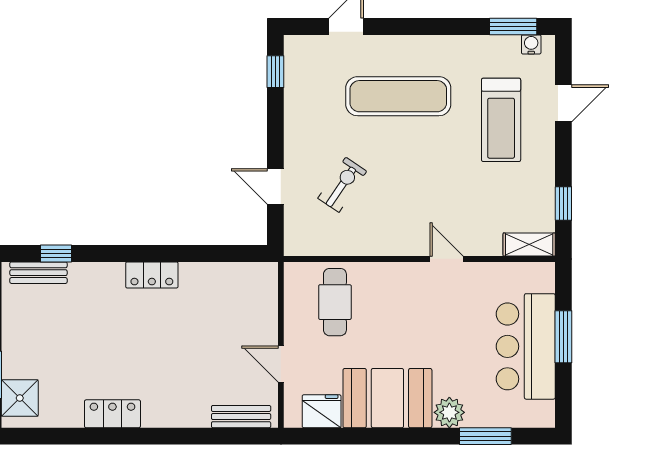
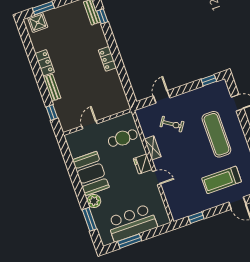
shelving: (529, 245) -> (153, 148), moved
door: (446, 259) -> (157, 178), hinge flipped
window: (563, 337) -> (130, 241), moved
fridge: (322, 411) -> (143, 164), moved, turned 180
bench: (241, 417) -> (52, 88), moved
window: (225, 436) -> (52, 112), added

